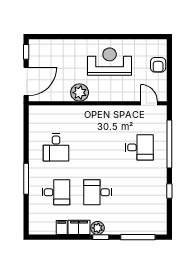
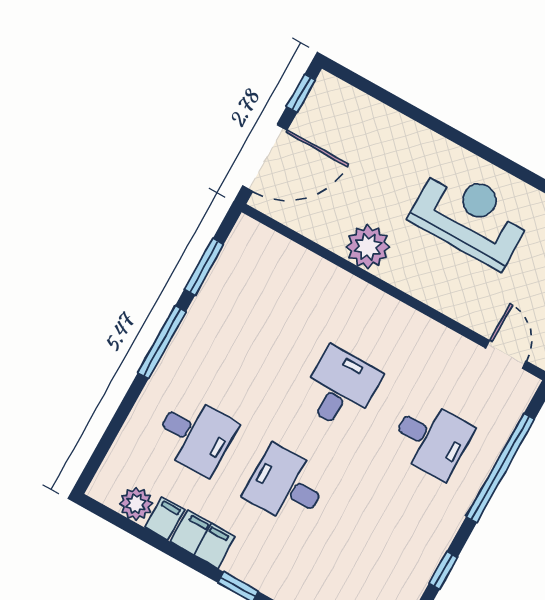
window: (26, 132) -> (204, 267), added
desk: (56, 147) -> (340, 388), moved, turned 180
window: (26, 179) -> (162, 342), moved
plant: (98, 228) -> (136, 504), moved

